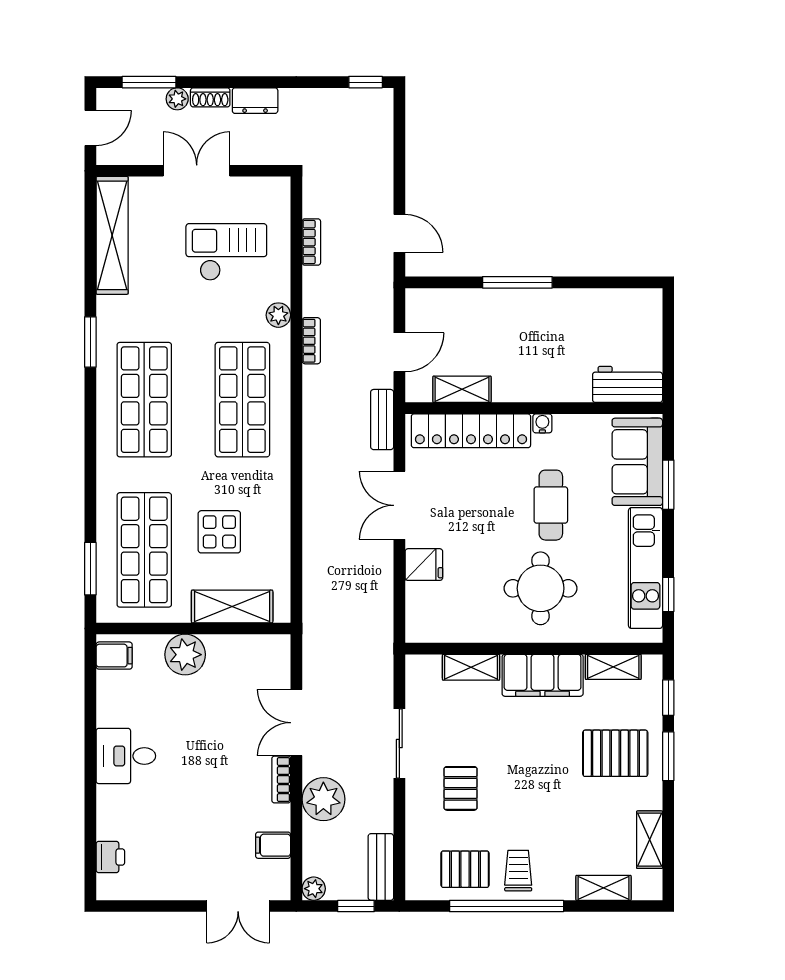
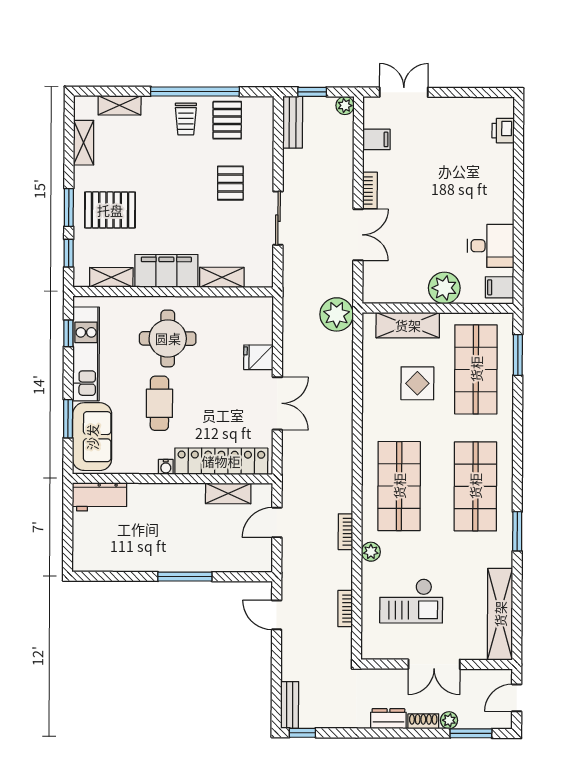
bench: (382, 420) -> (290, 705), moved
desk: (126, 756) -> (491, 246), moved
plant: (323, 799) -> (337, 314), moved
pallet: (465, 869) -> (227, 120), turned 90

